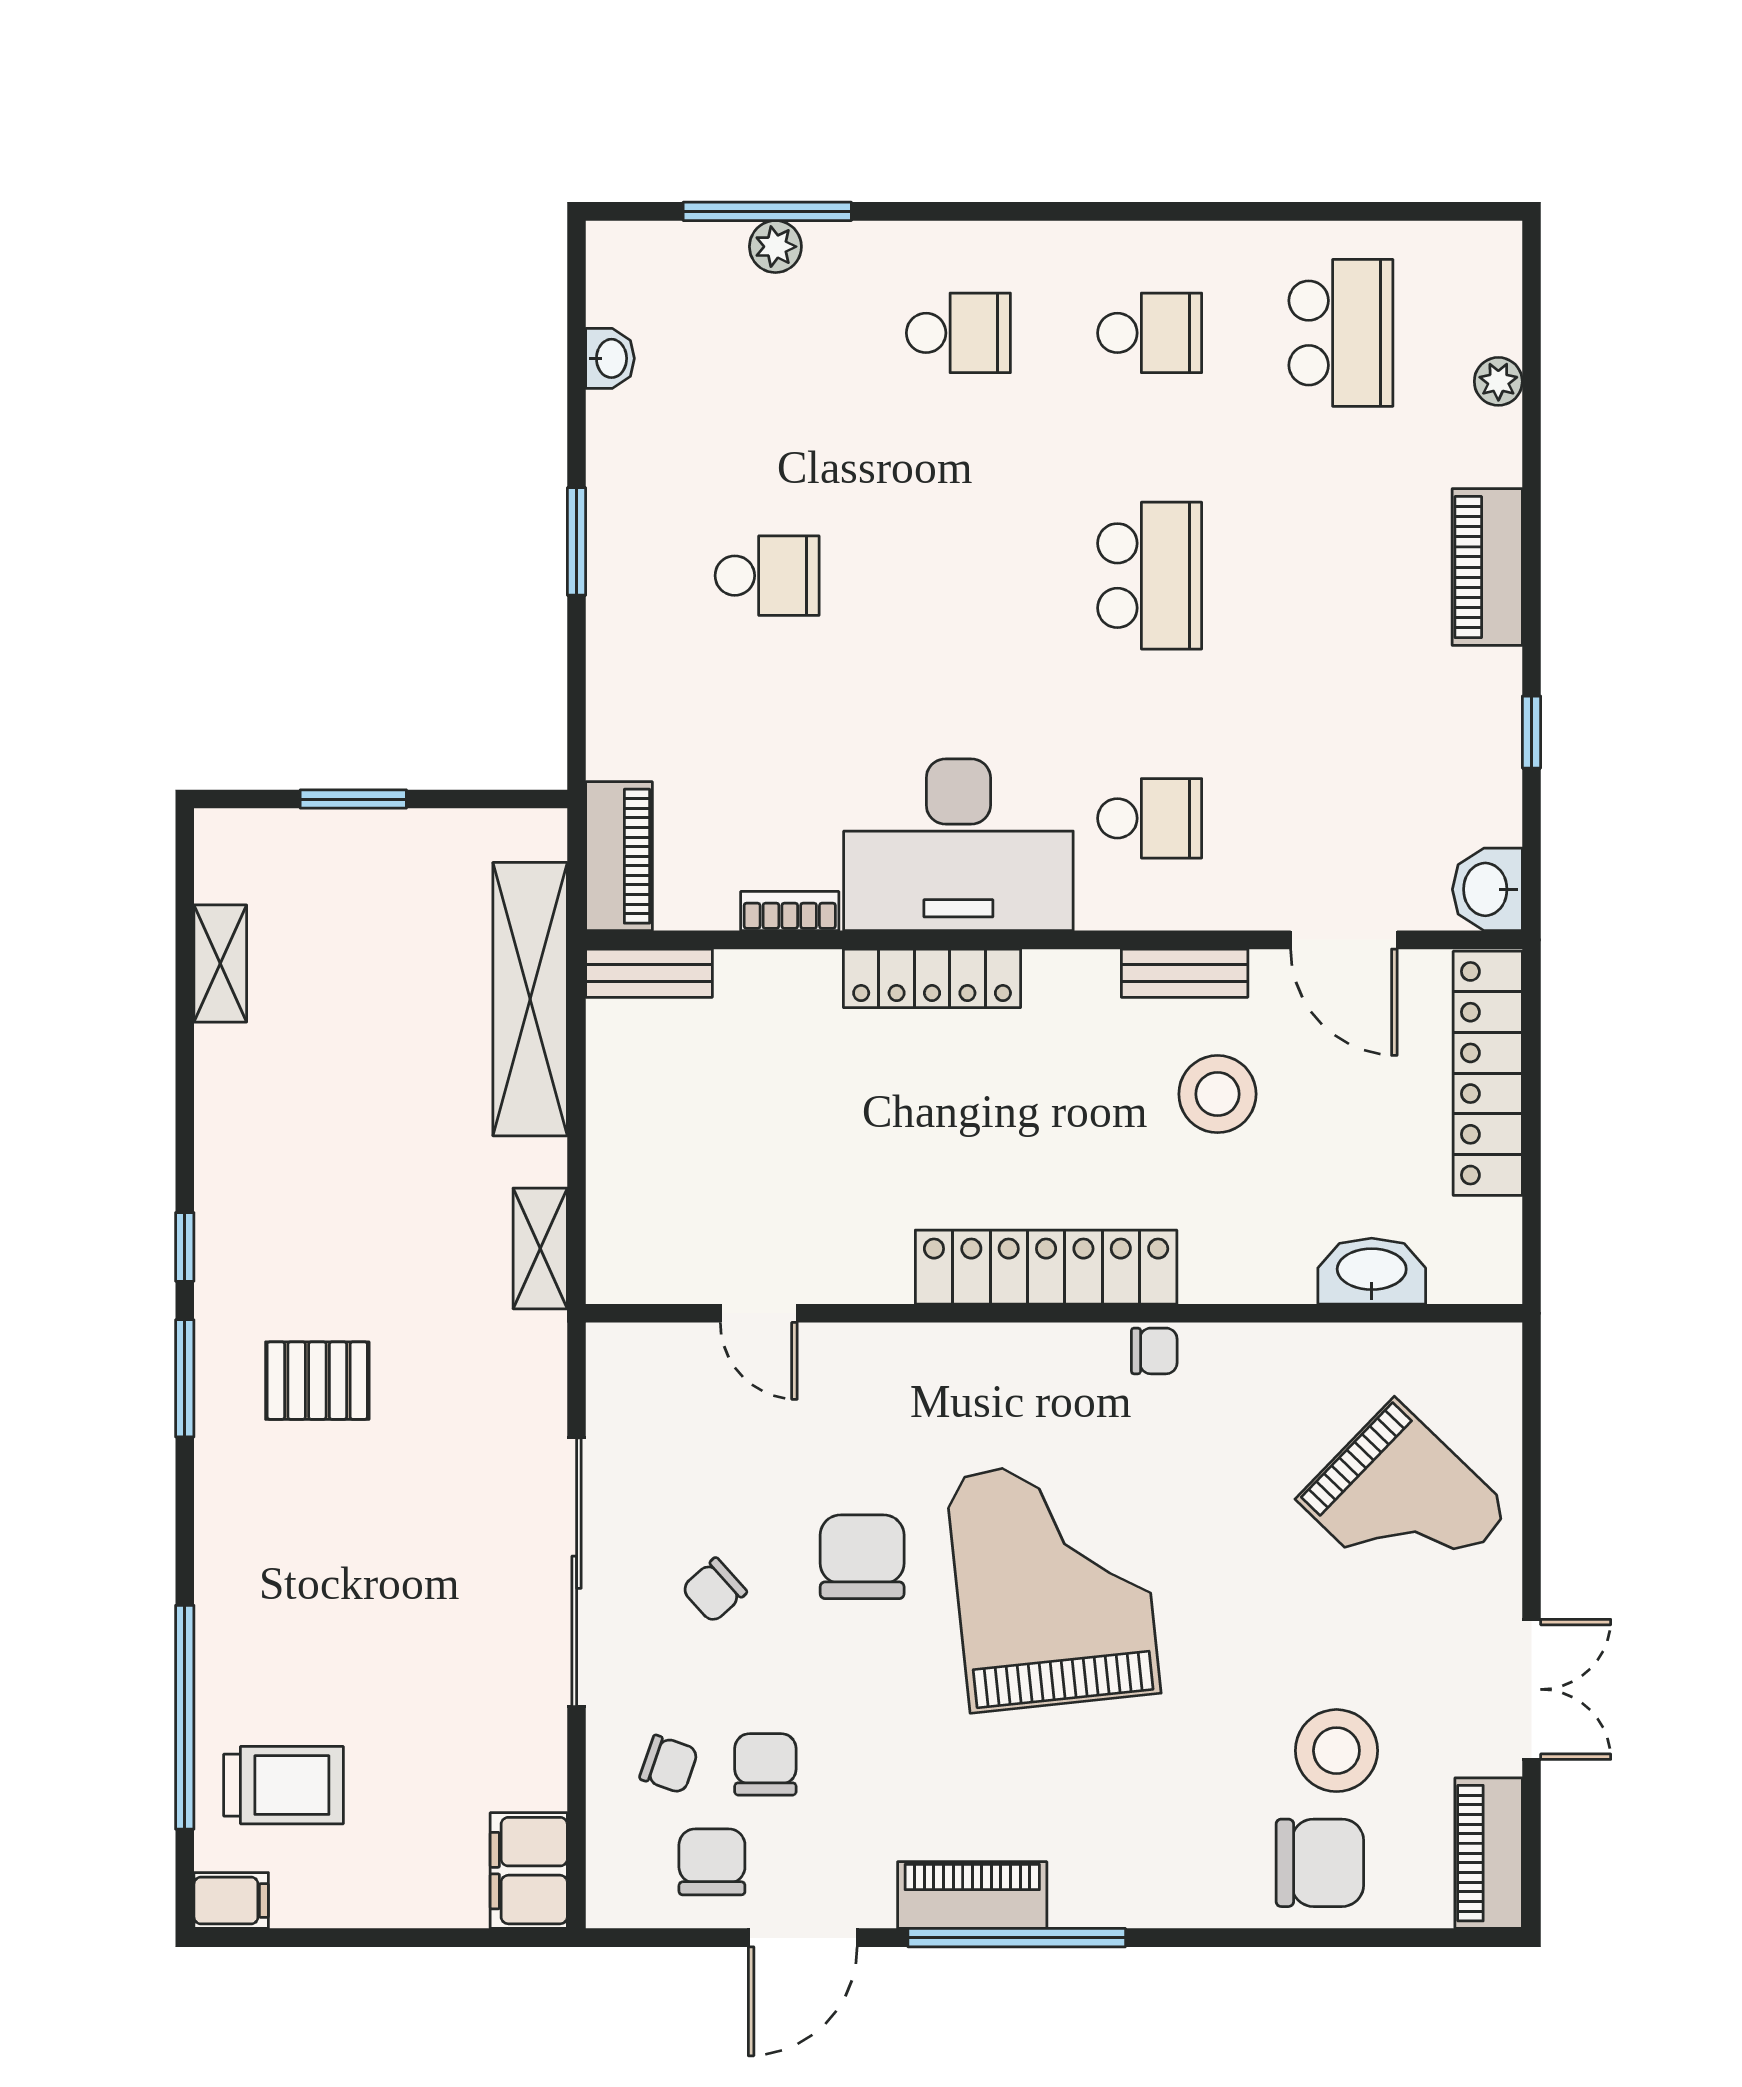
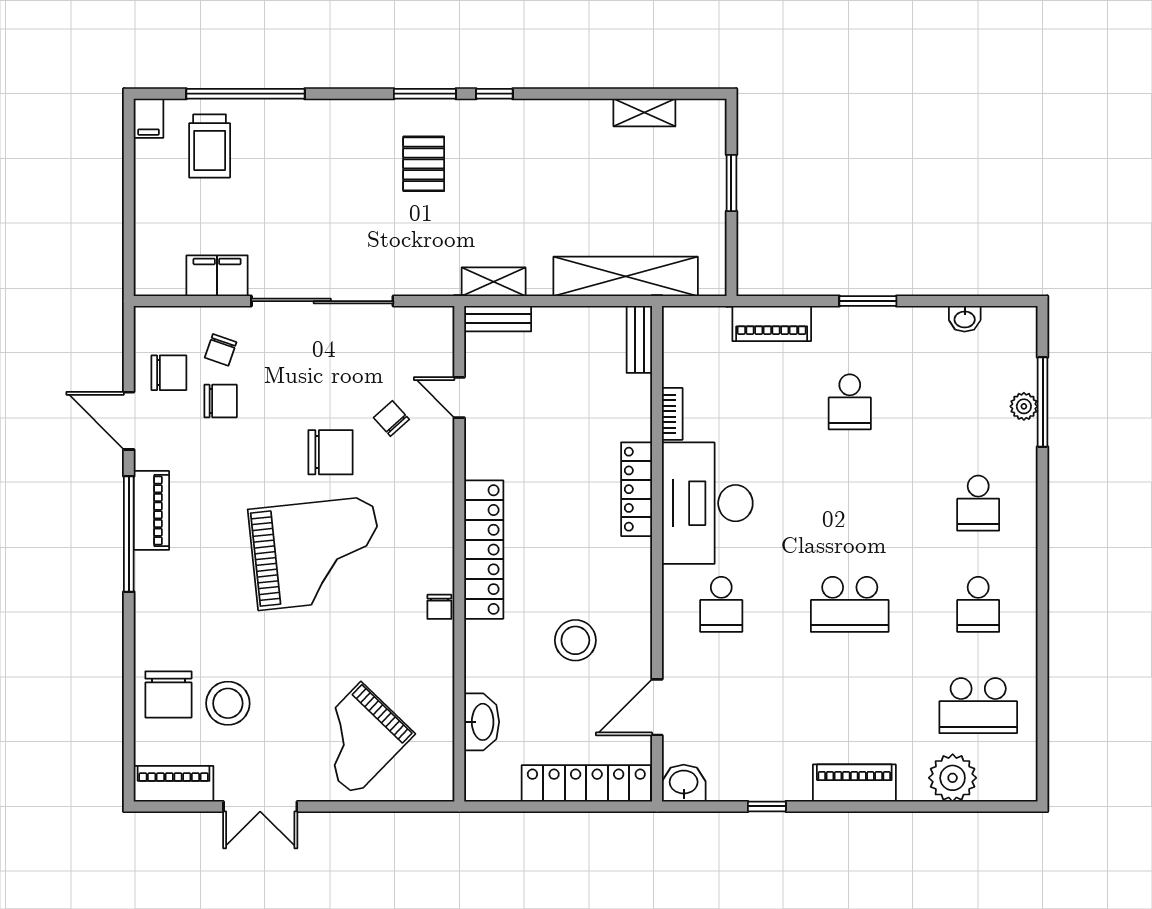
plant: (1498, 381) -> (953, 778), width x1.88, depth x1.88
piano: (619, 856) -> (772, 324), moved
bench: (1185, 973) -> (498, 319), moved, turned 90
door: (759, 1313) -> (459, 397), hinge flipped
chair: (714, 1590) -> (391, 419), moved
filing cabinet: (529, 1871) -> (217, 276), moved

